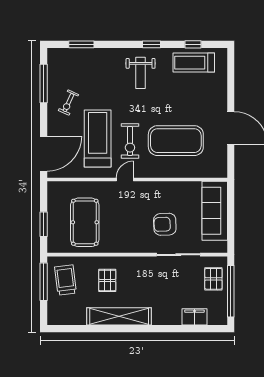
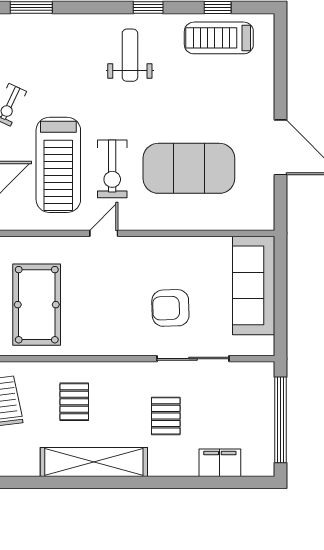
weight bench: (141, 73) -> (130, 55), turned 180
treadmill: (98, 139) -> (58, 165), turned 180
pallet: (213, 279) -> (166, 416), moved

